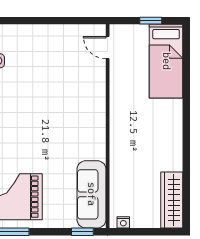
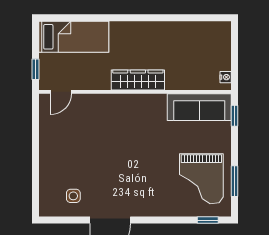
window: (151, 21) -> (36, 69), moved
wardrobe: (172, 200) -> (138, 80), moved, turned 180

